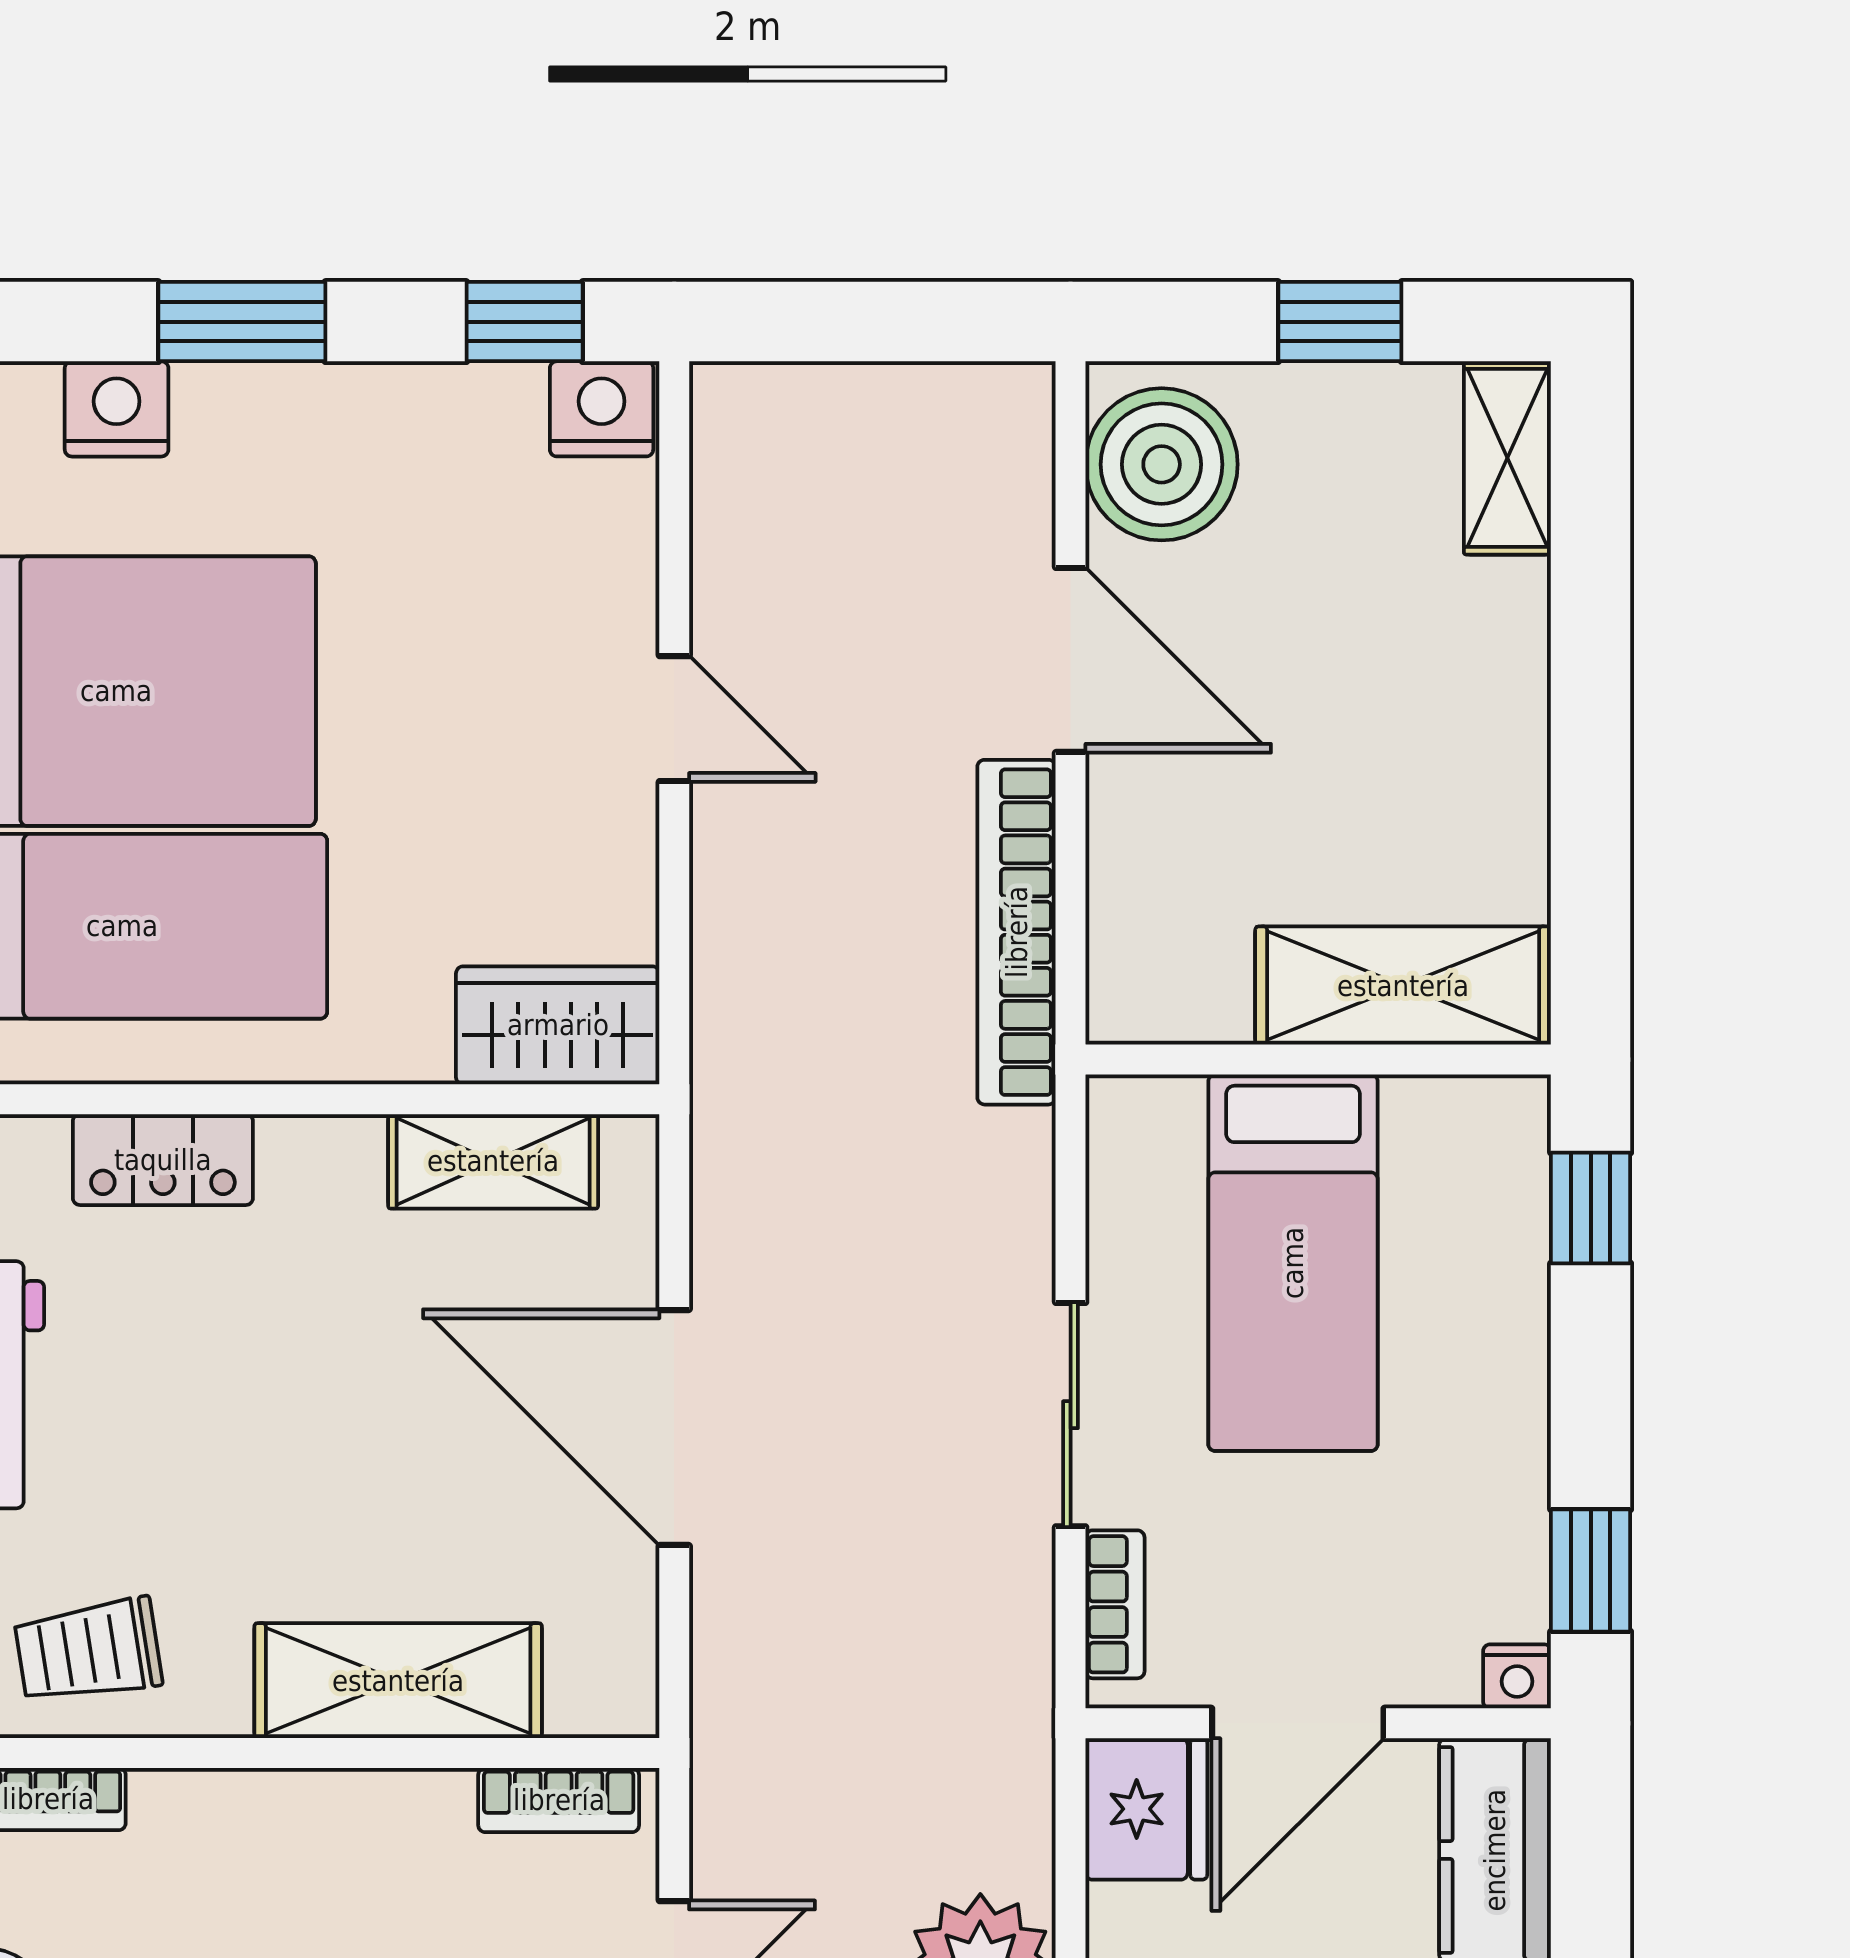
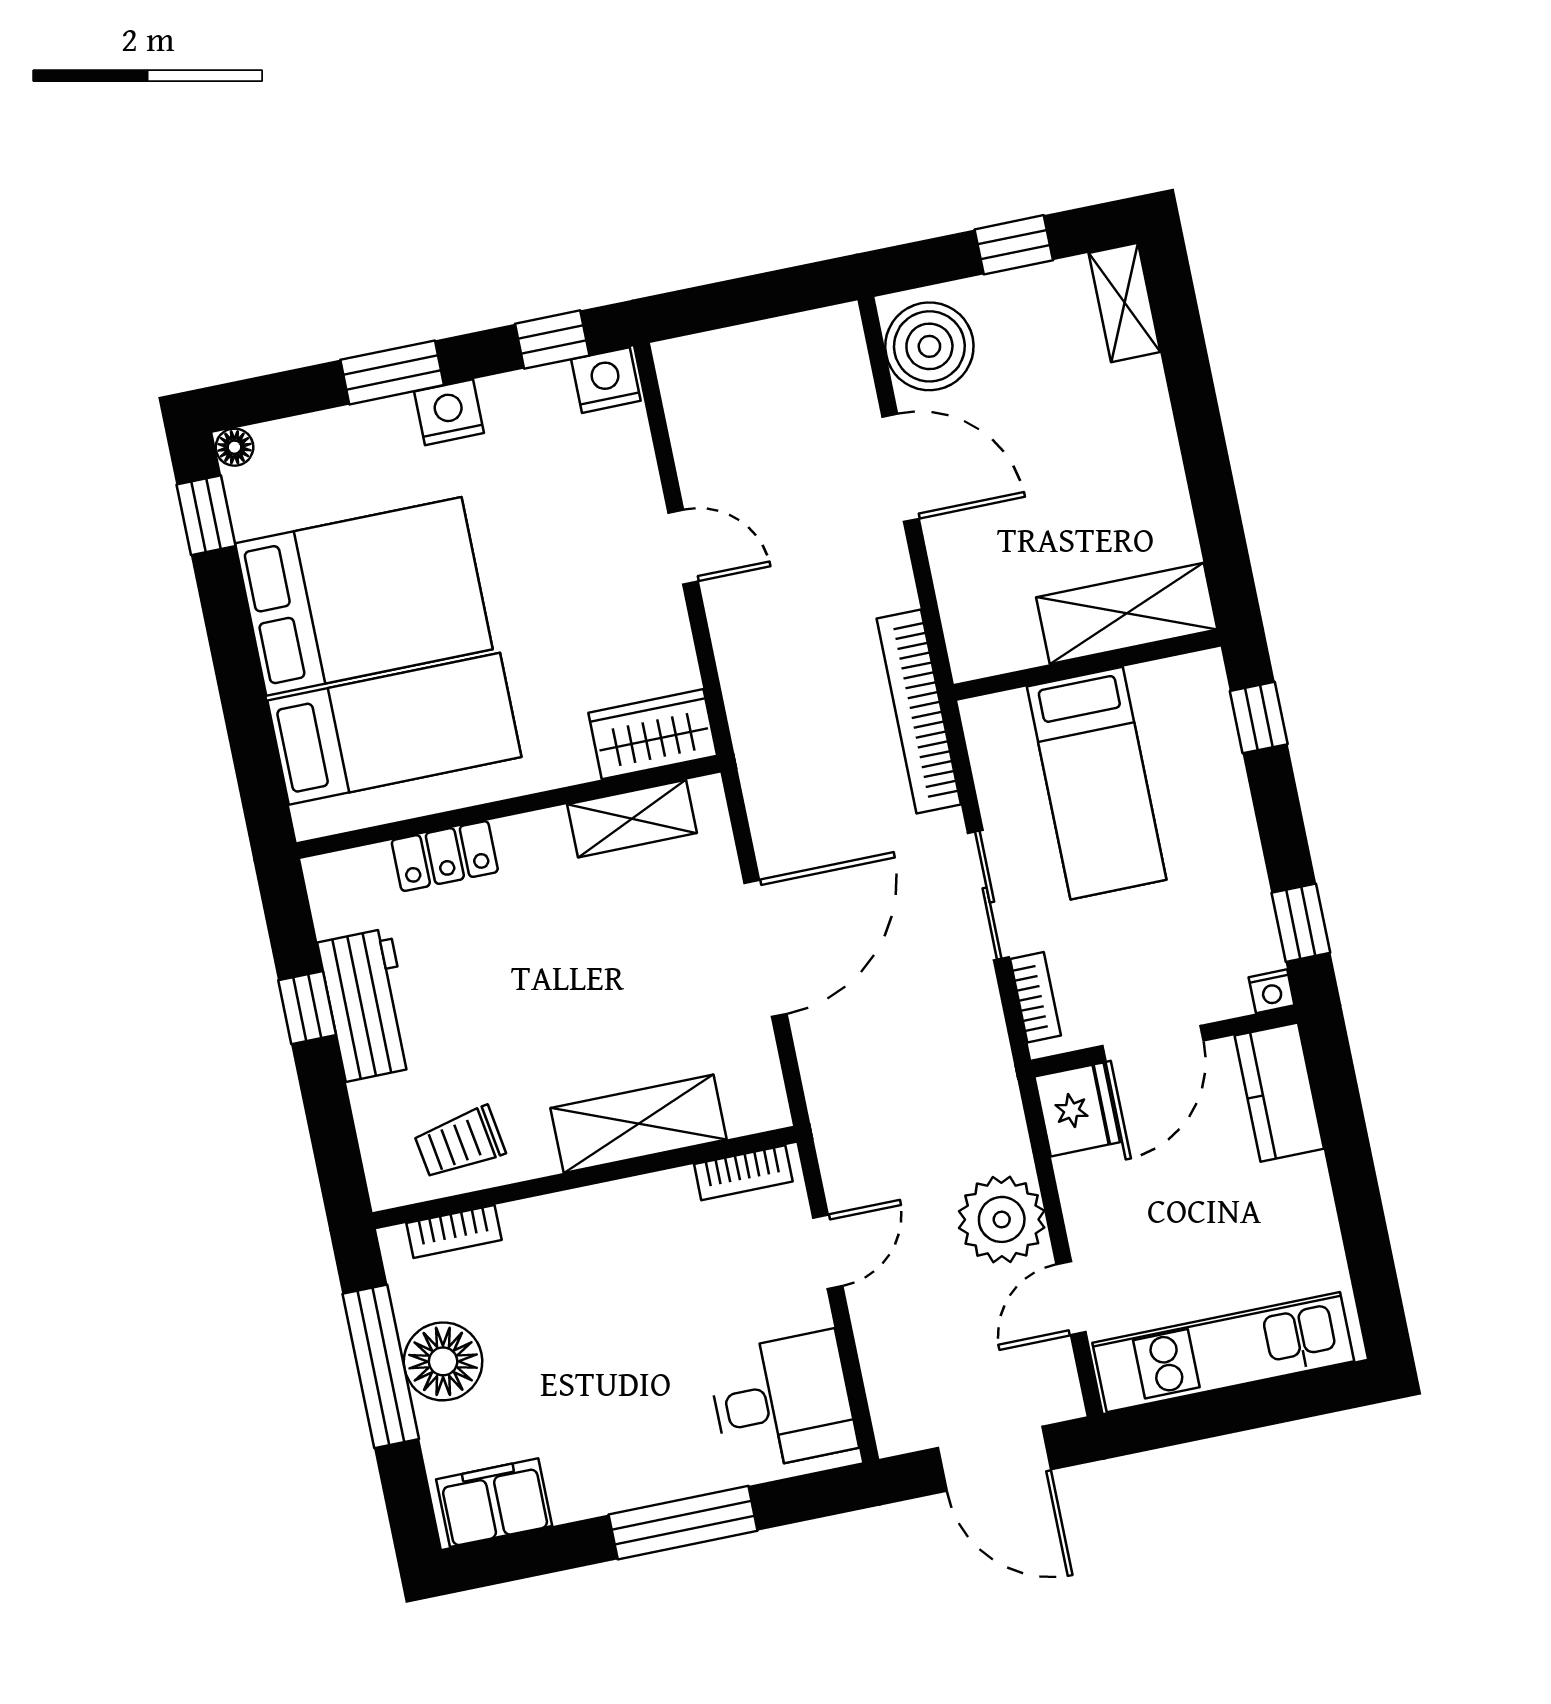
nightstand: (117, 409) -> (449, 412), moved
bookcase: (1017, 932) -> (919, 711), moved
door: (674, 1428) -> (765, 948), swing flipped

